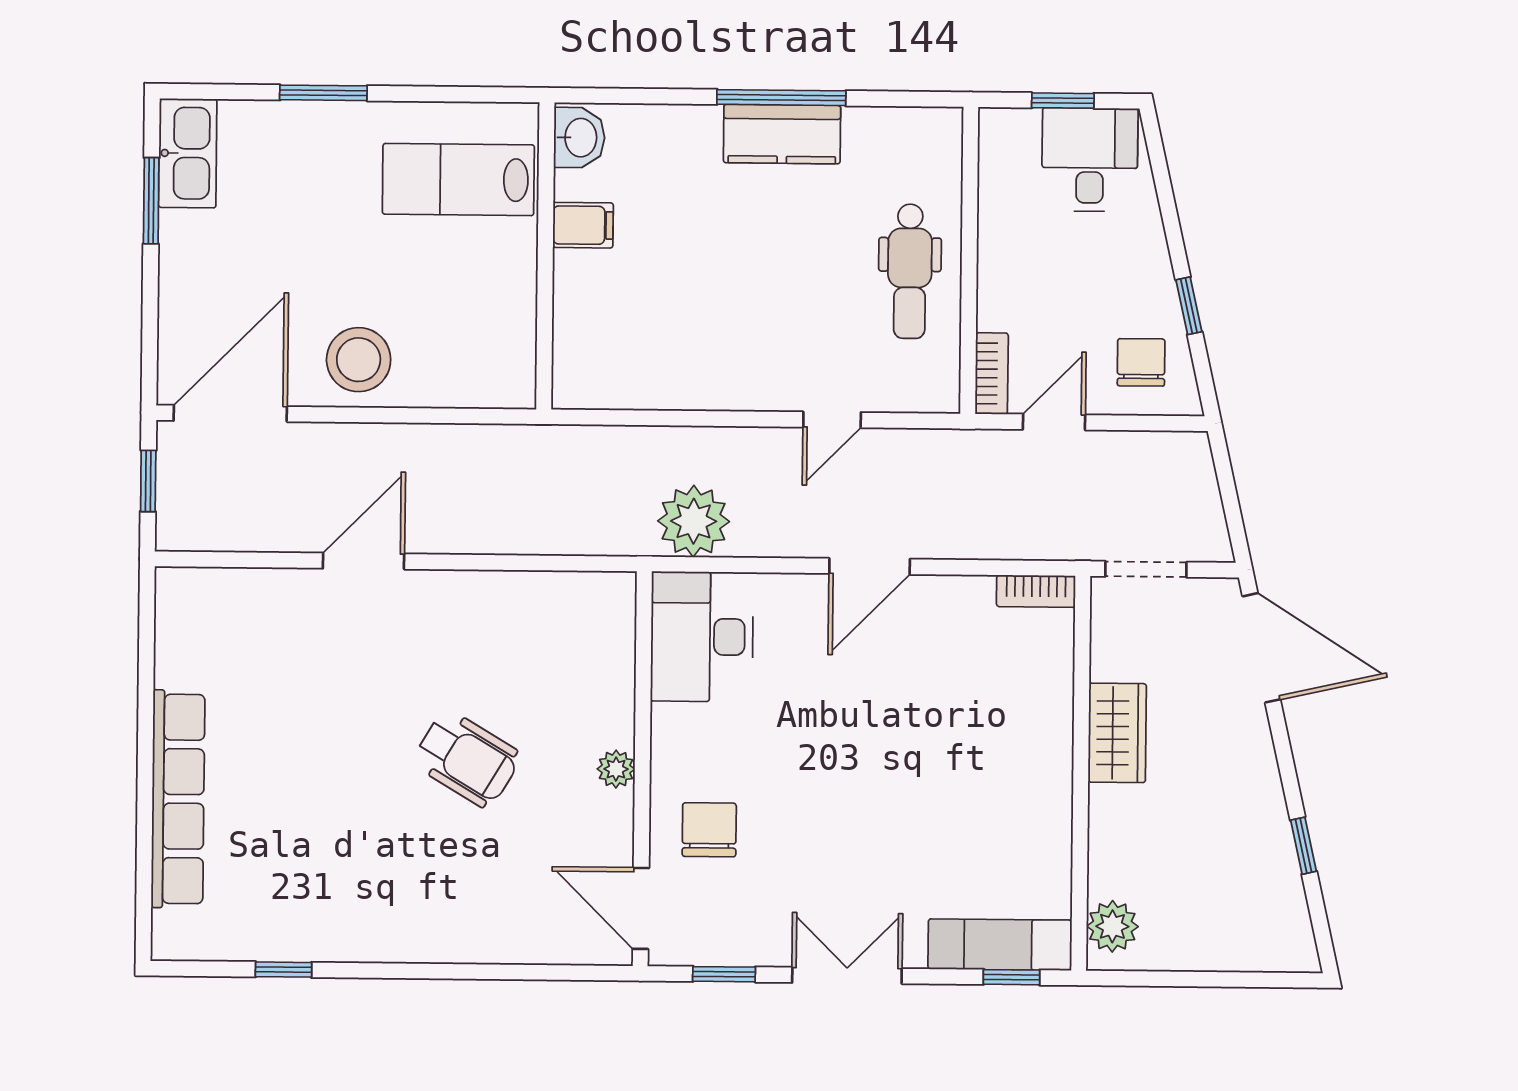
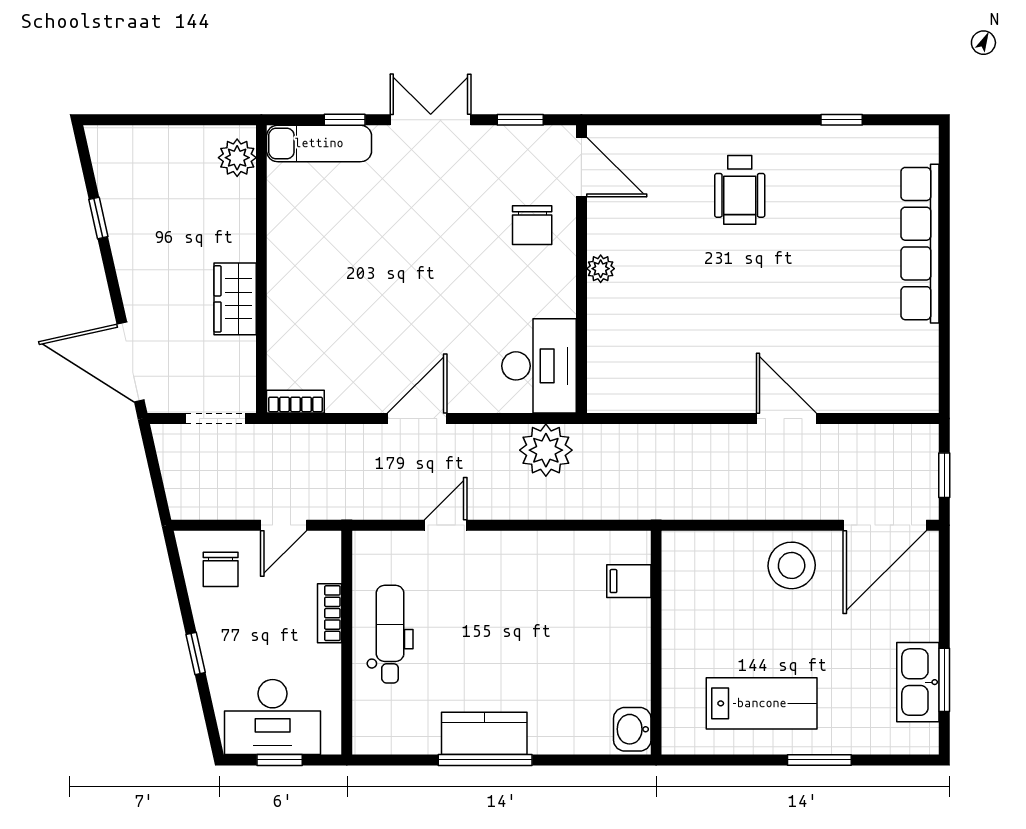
kitchen sink: (188, 153) -> (918, 682), moved
desk: (1090, 160) -> (273, 717), width x1.37
lab bench: (458, 180) -> (762, 703), moved
filing cabinet: (583, 225) -> (629, 581), moved
window: (1189, 306) -> (196, 654), moved
bookcase: (992, 374) -> (330, 613), moved
door: (364, 561) -> (786, 419), swing flipped
wheelchair: (467, 759) -> (740, 190), moved, turned -121
double door: (847, 975) -> (431, 120), swing flipped
window: (1011, 977) -> (345, 120), moved

